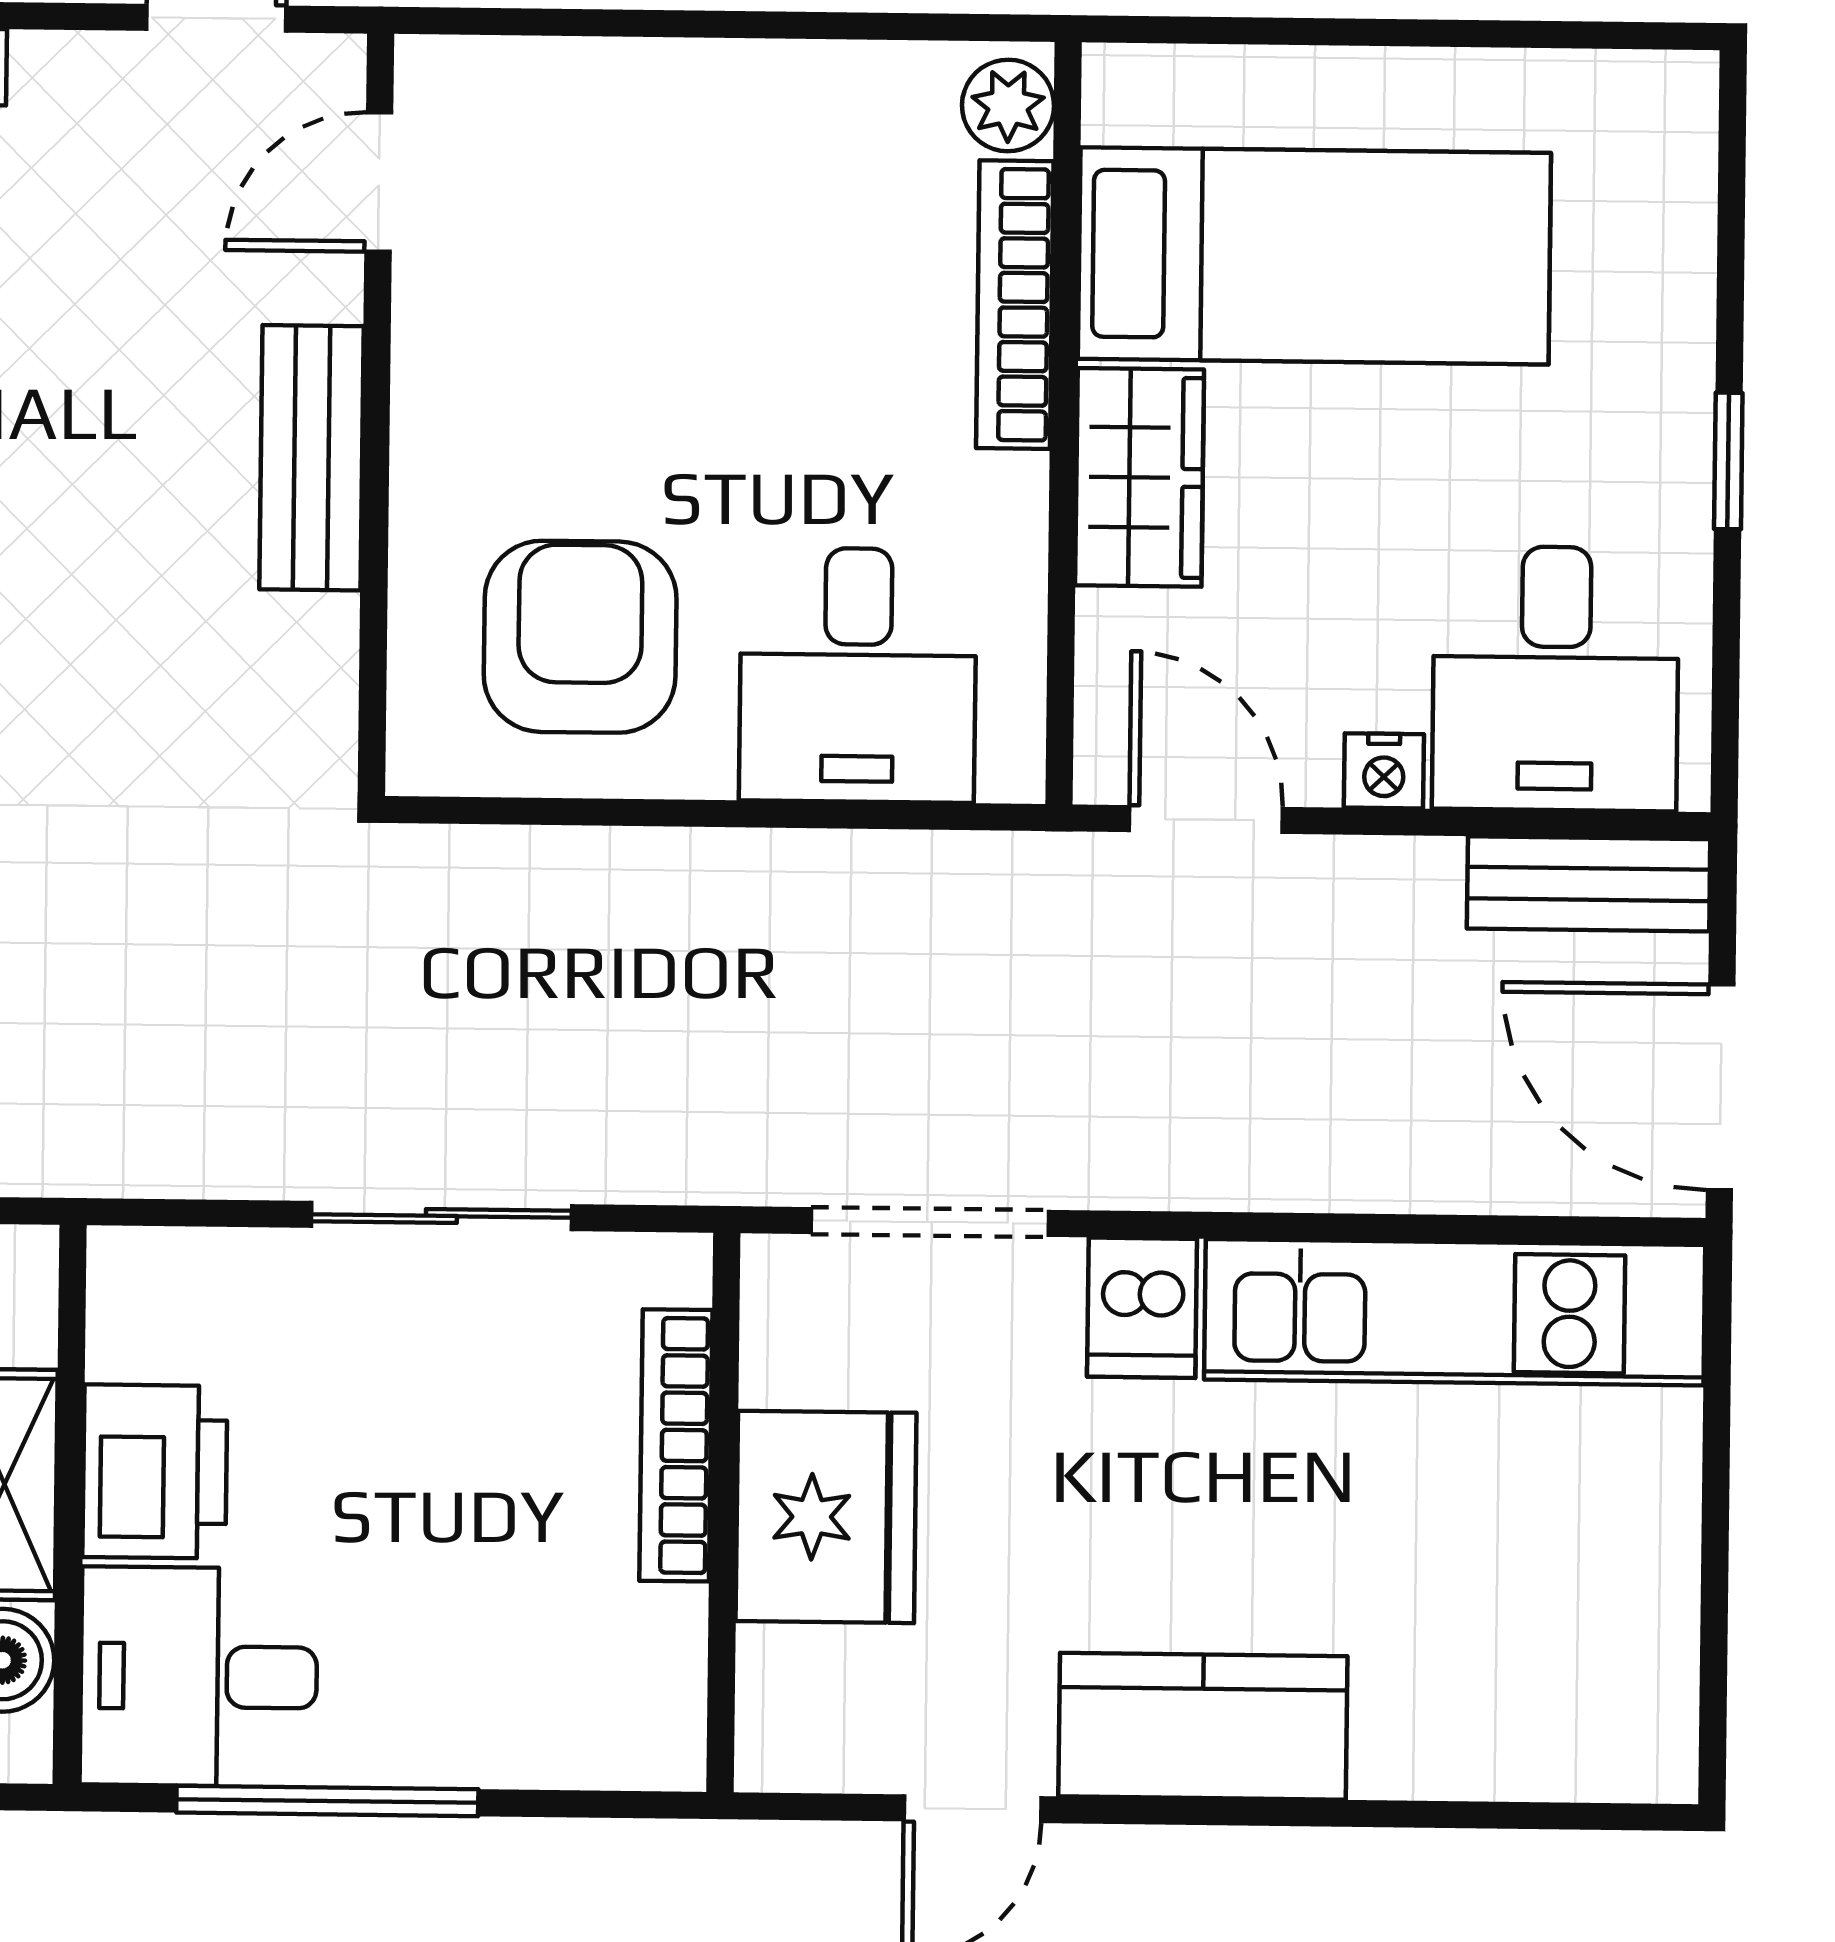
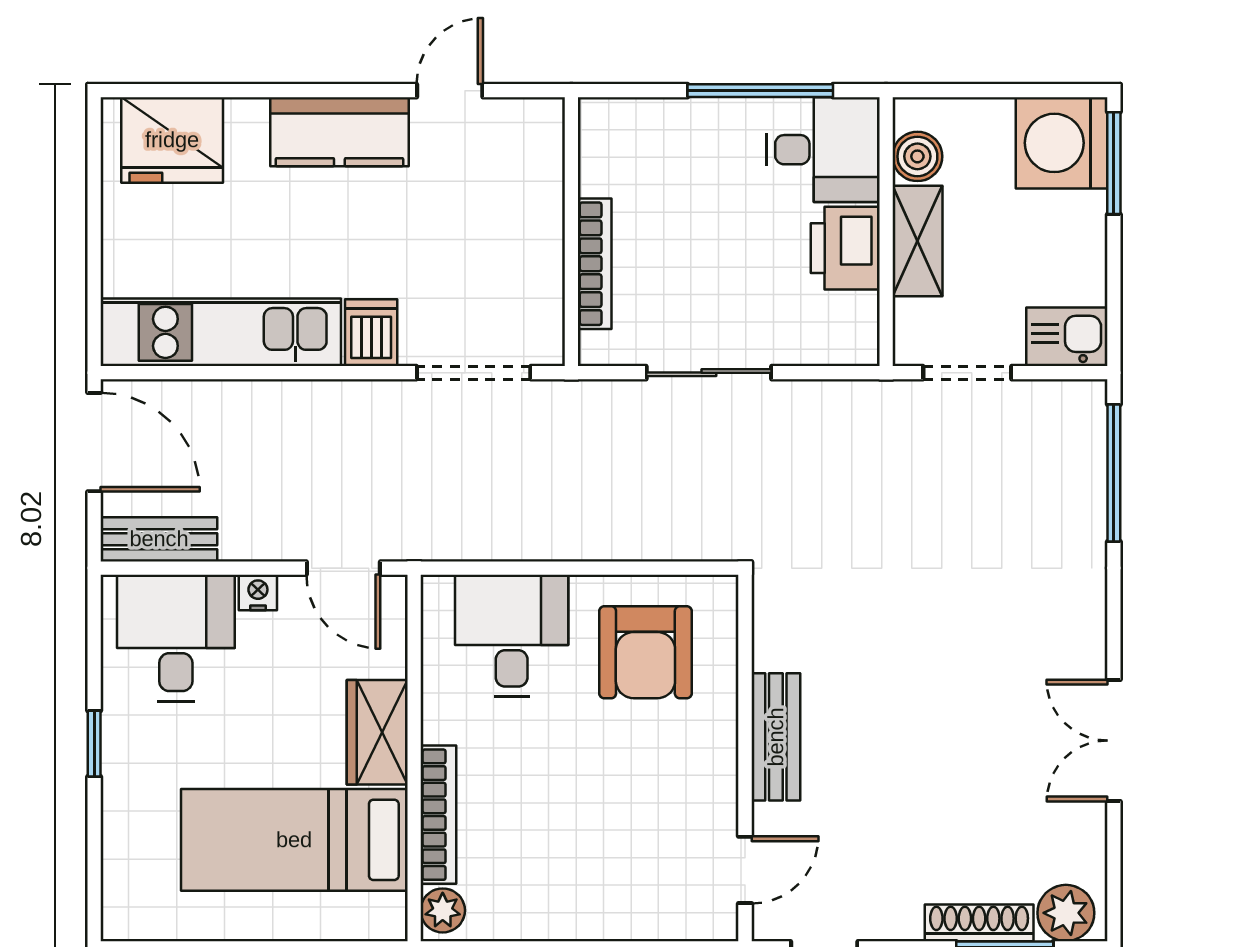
fridge: (826, 1517) -> (172, 140), moved, turned -90

